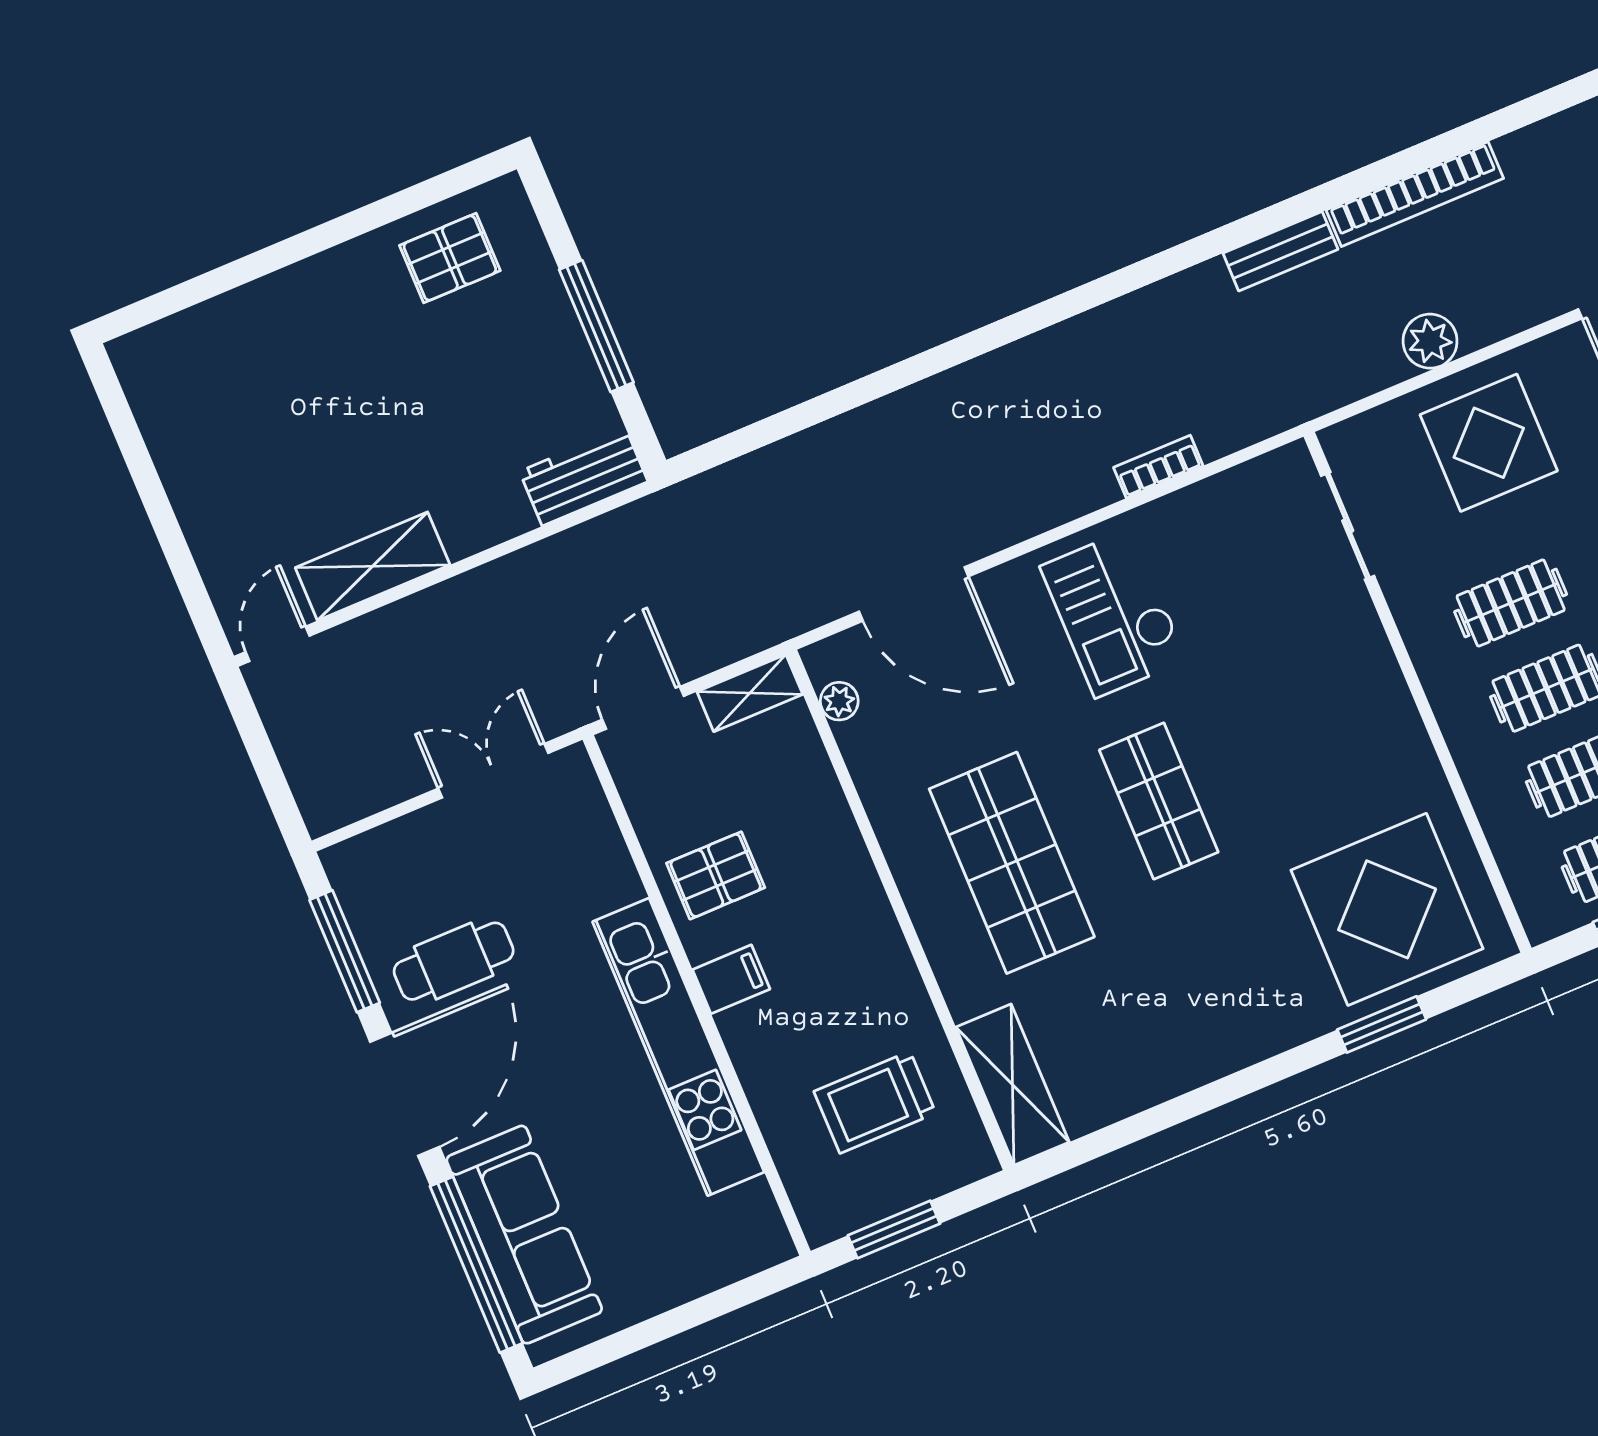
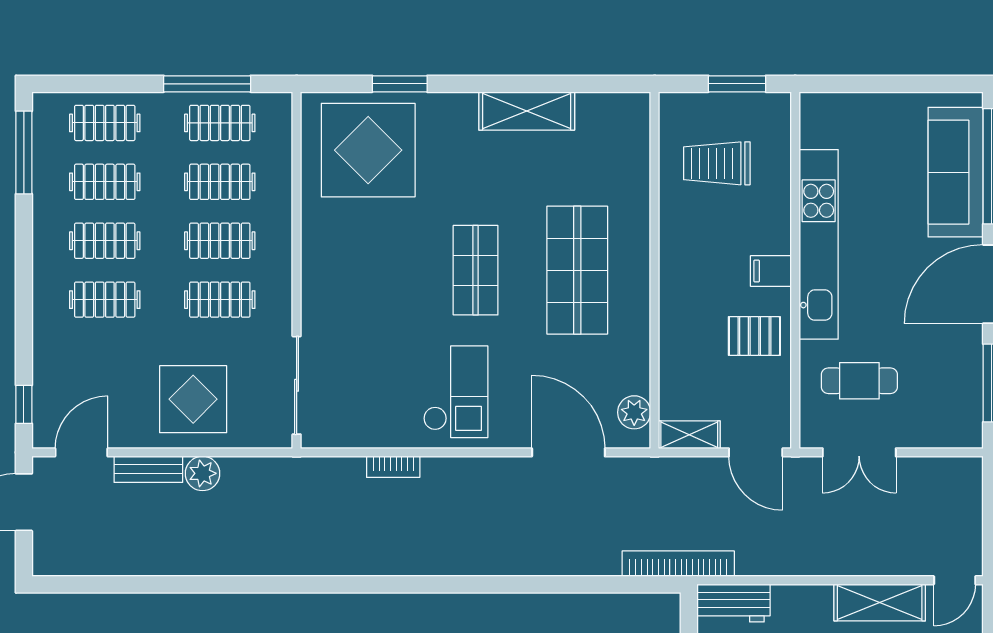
bookcase: (1415, 194) -> (678, 564), moved
bench: (1280, 251) -> (148, 469), moved
sliding door: (1348, 526) -> (297, 385), width x1.37
plant: (839, 701) -> (634, 412), width x1.38, depth x1.38
door: (643, 708) -> (756, 452), hinge flipped
cafe table: (454, 961) -> (859, 381), moved
shelving: (1012, 1085) -> (527, 111), moved, turned 90
trolley: (875, 1102) -> (717, 163), turned 180

